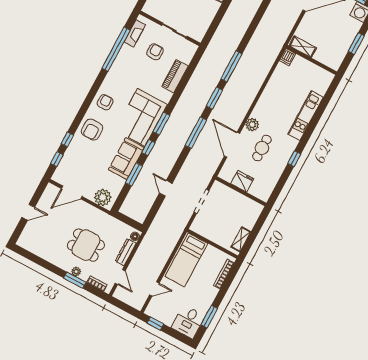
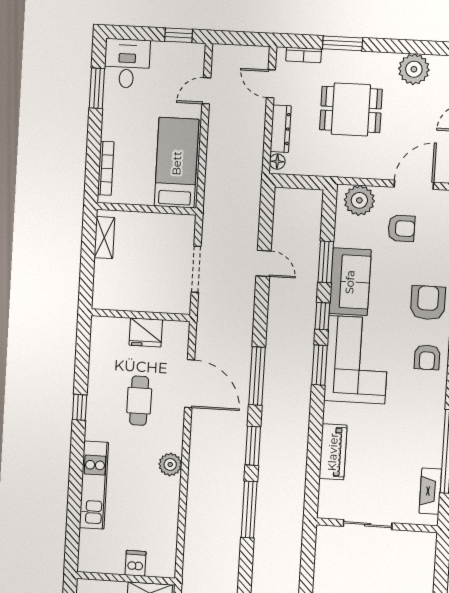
armchair: (155, 52) -> (401, 228), moved, turned -90
dishwasher: (287, 57) -> (135, 563), moved
plant: (252, 125) -> (170, 464), moved
plant: (76, 272) -> (414, 69), moved, width x1.87, depth x1.87

